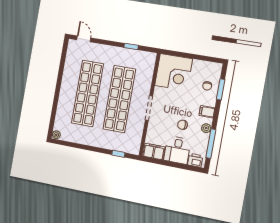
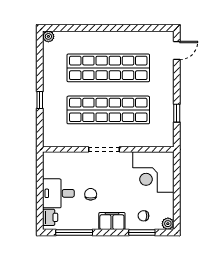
filing cabinet: (207, 112) -> (112, 221), width x2.00
plant: (206, 128) -> (168, 224), moved
filing cabinet: (154, 151) -> (51, 165), removed
window: (118, 154) -> (40, 100), moved

